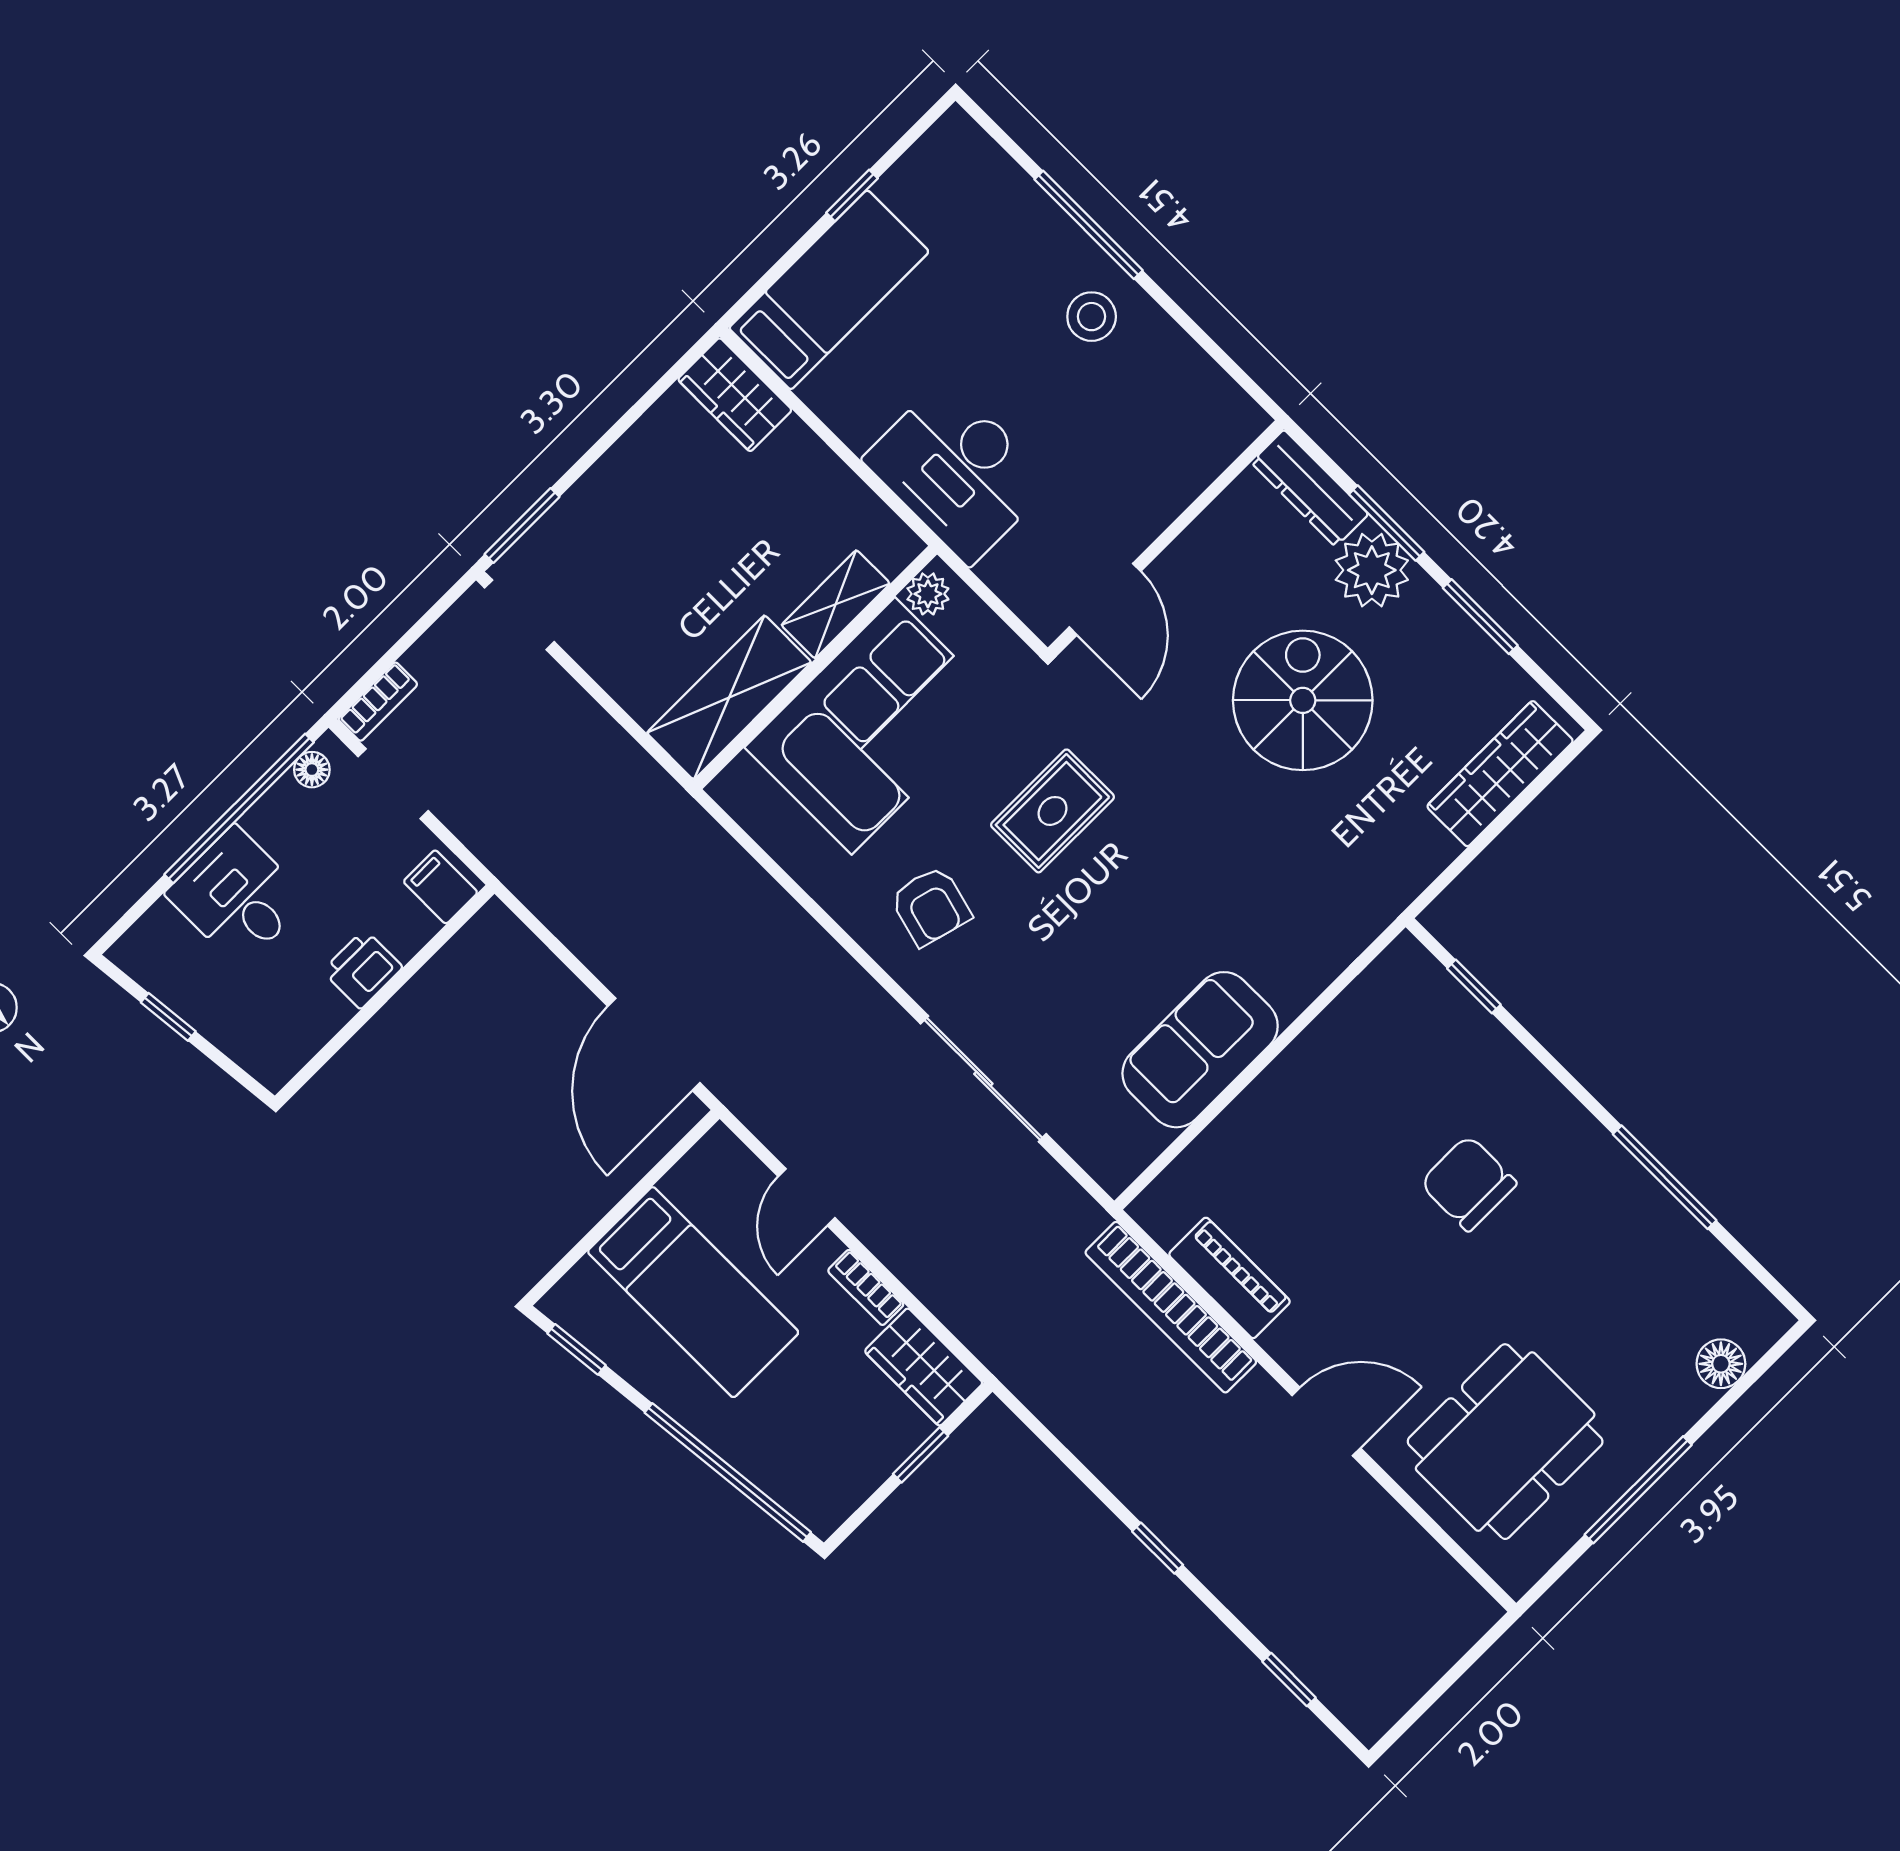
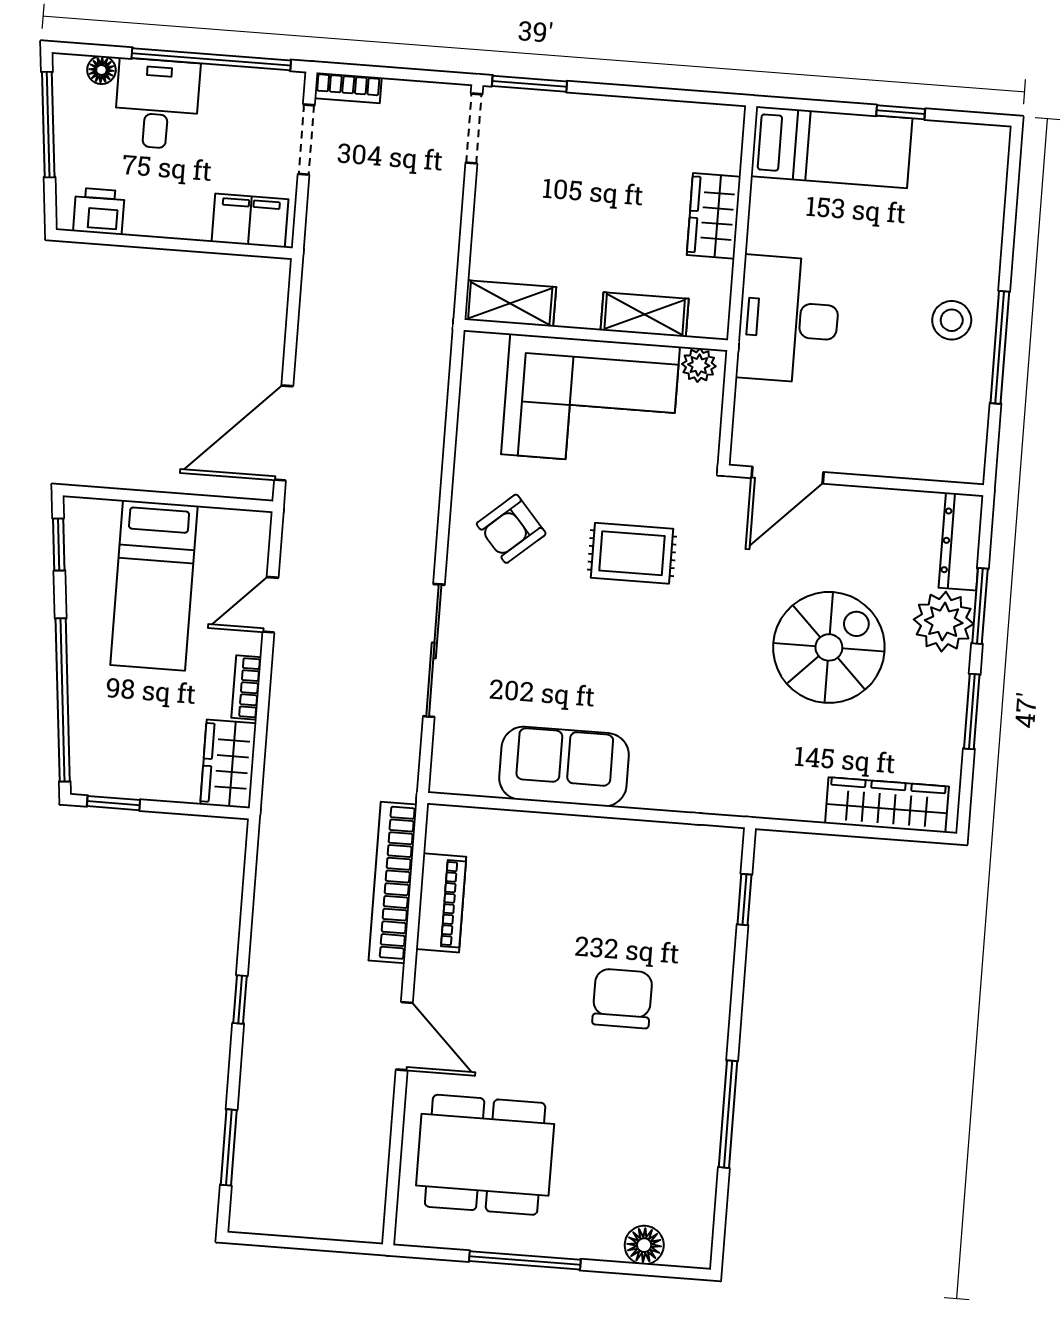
window: (1089, 225) -> (1000, 347), moved
wardrobe: (735, 395) -> (714, 216), moved
shelving: (729, 697) -> (510, 303), width x0.67, depth x0.75
floor lamp: (312, 770) -> (101, 70), moved
filing cabinet: (440, 887) -> (250, 221), width x2.00
armchair: (931, 906) -> (511, 529), turned 34
printer: (363, 969) -> (99, 211), moved
window: (168, 1017) -> (48, 125), width x2.17
window: (921, 1455) -> (113, 803), moved
window: (1289, 1680) -> (229, 1147), width x1.50

